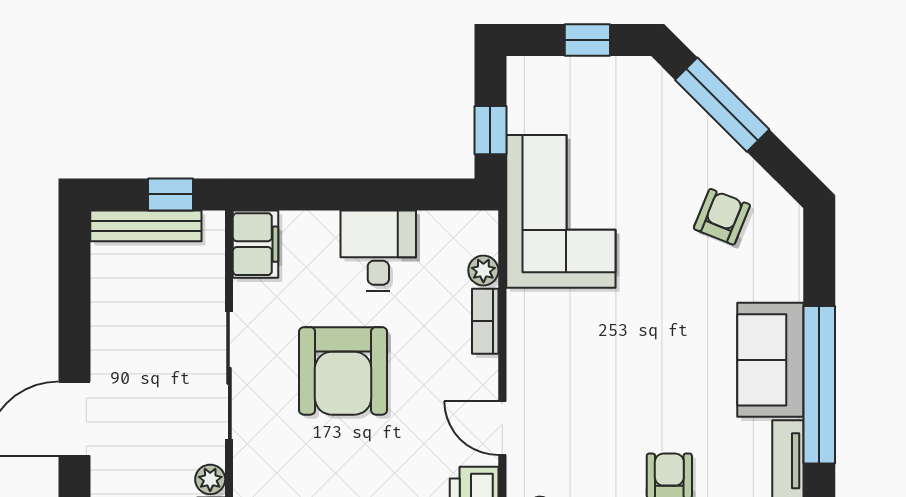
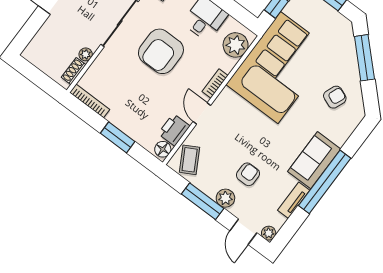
corner sofa: (561, 211) -> (279, 68), width x1.36, depth x1.36
plant: (483, 270) -> (236, 45), width x1.88, depth x1.88
bookcase: (485, 321) -> (215, 83), moved

